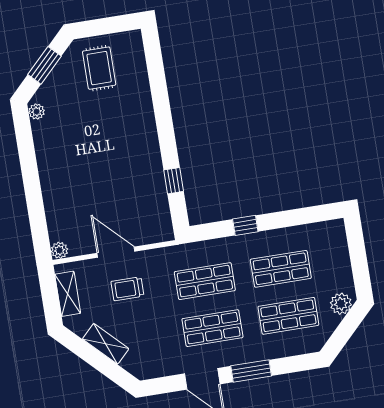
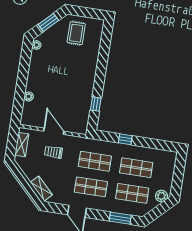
plant: (59, 250) -> (29, 96), moved
shelving: (106, 344) -> (41, 188), moved
window: (251, 371) -> (120, 218), moved

